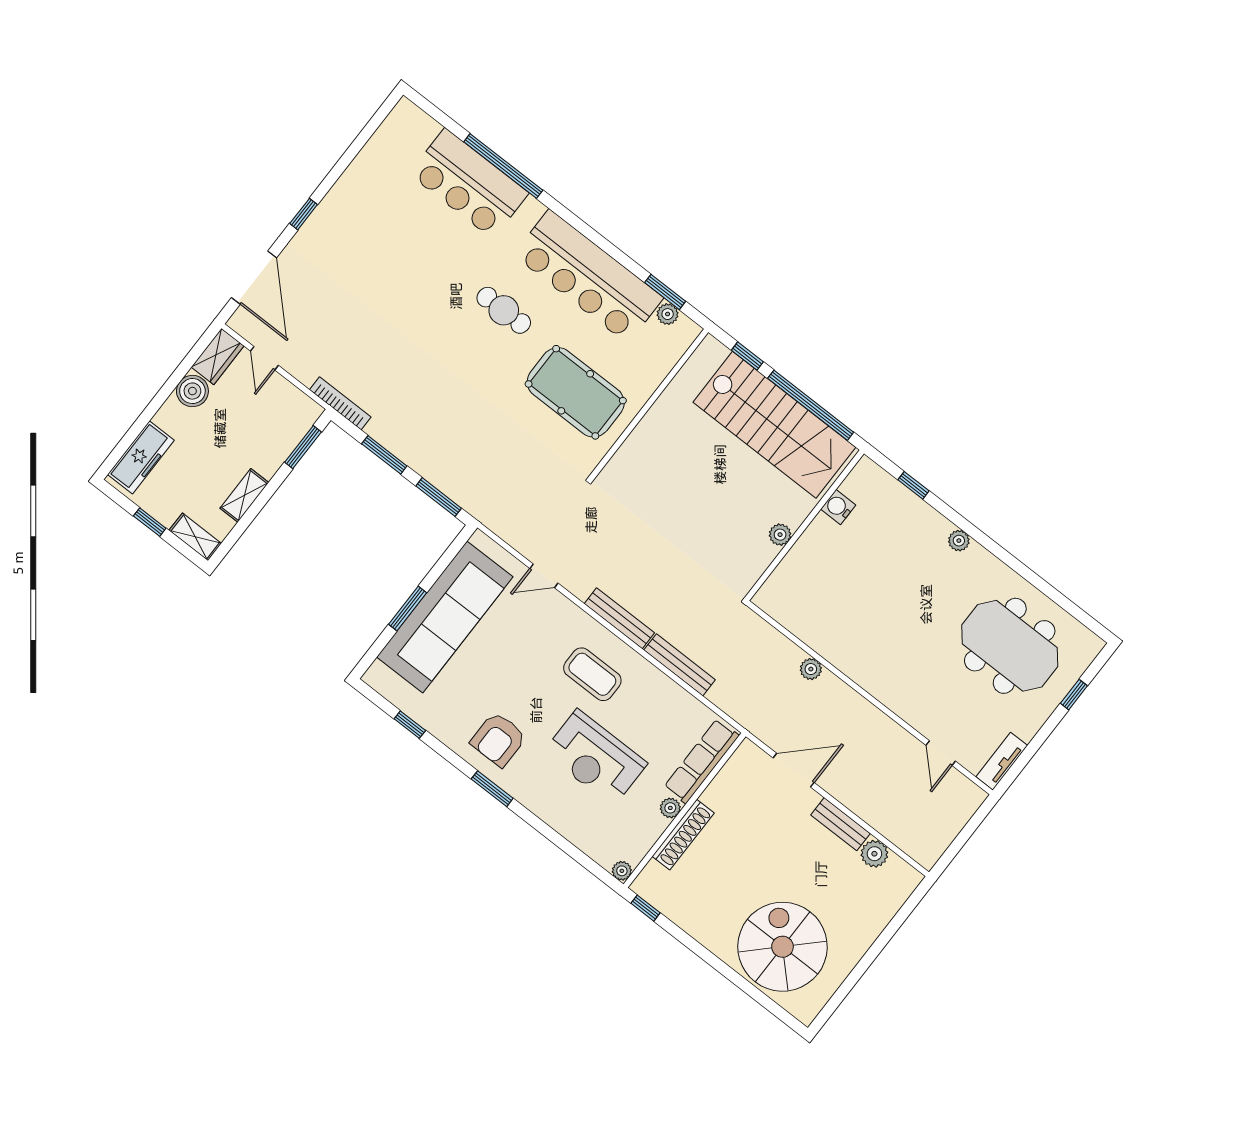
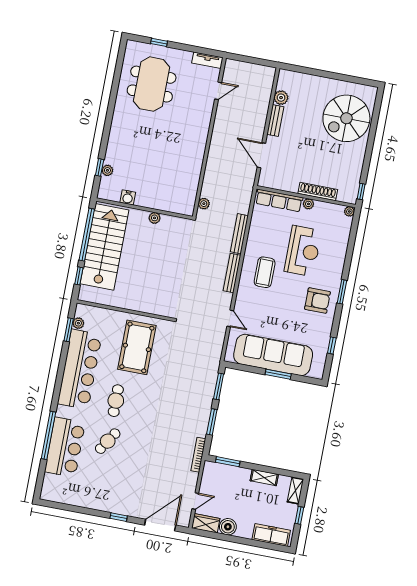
cafe table: (442, 261) -> (108, 441), added
plant: (959, 541) -> (107, 170), moved
plant: (811, 669) -> (204, 204), moved

